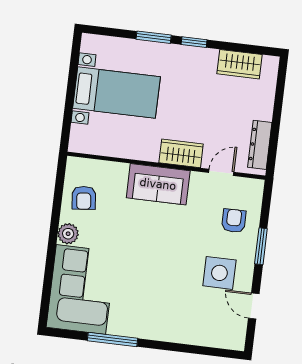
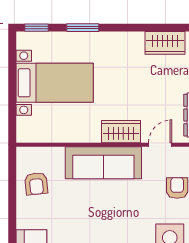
window: (194, 42) -> (36, 28), moved
sofa: (158, 184) -> (103, 163), width x1.36
plant: (68, 234) -> (26, 218), removed

